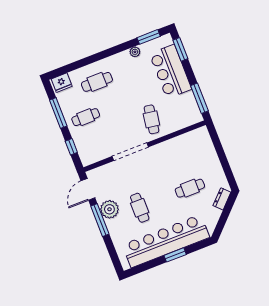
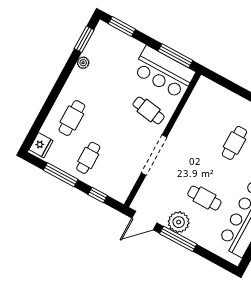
bar counter: (171, 71) -> (164, 72), moved
door: (88, 189) -> (144, 220), hinge flipped

